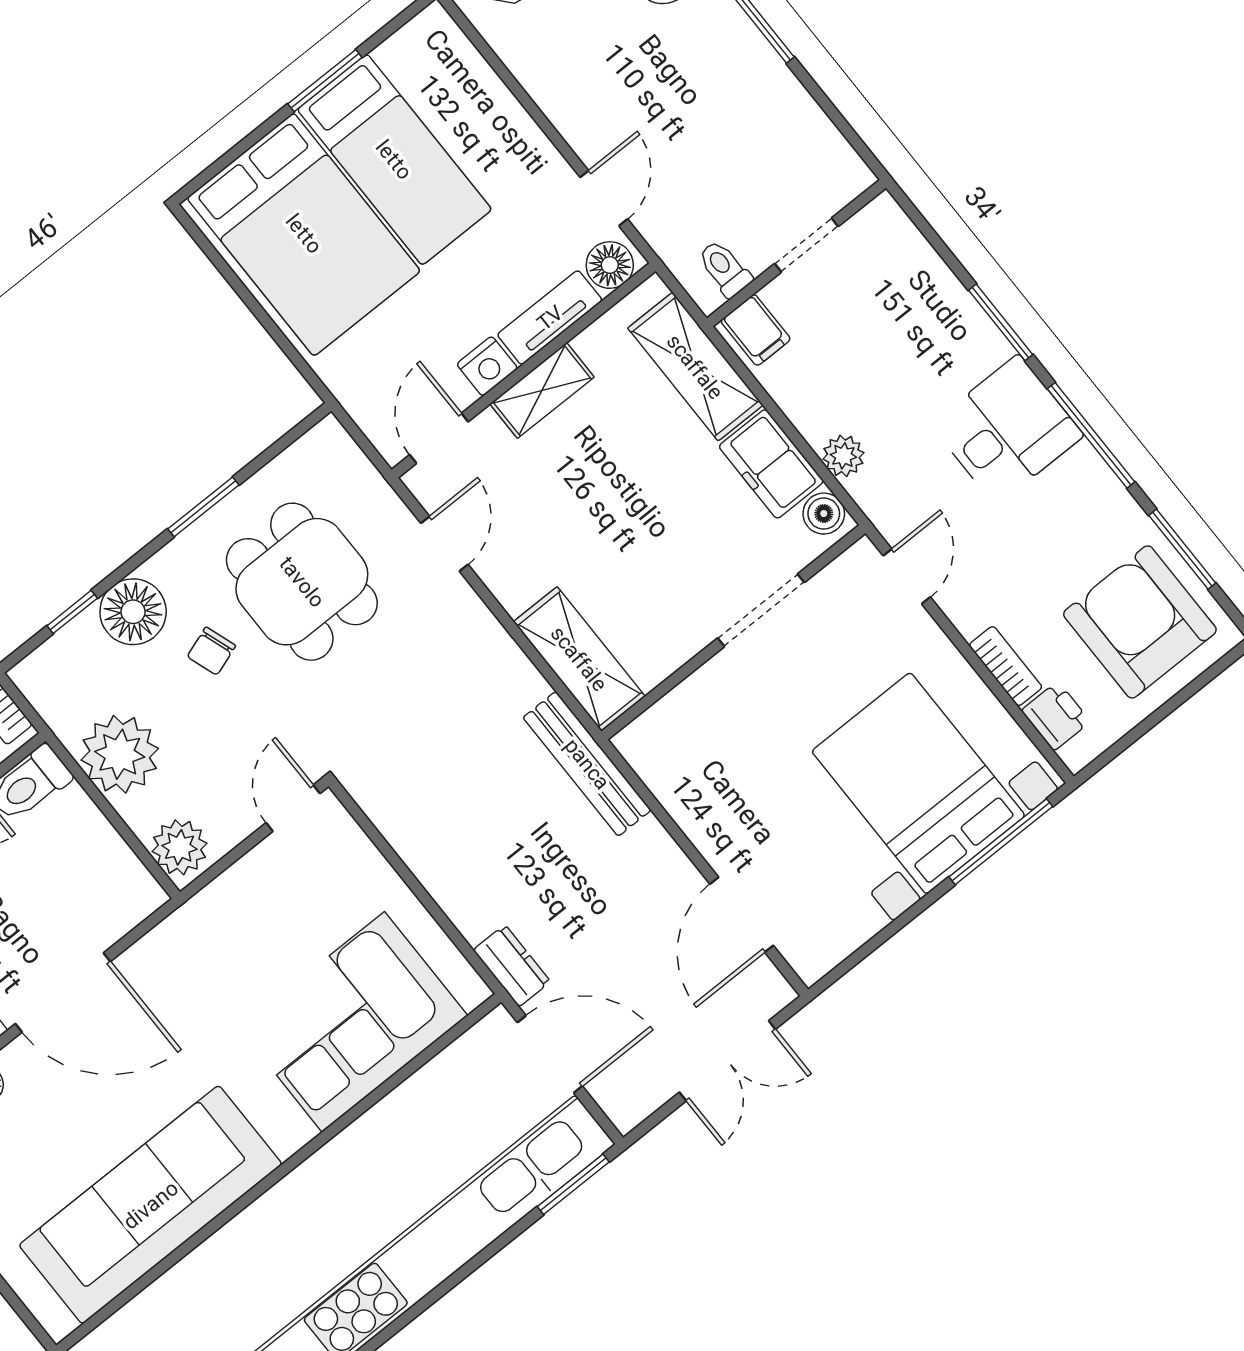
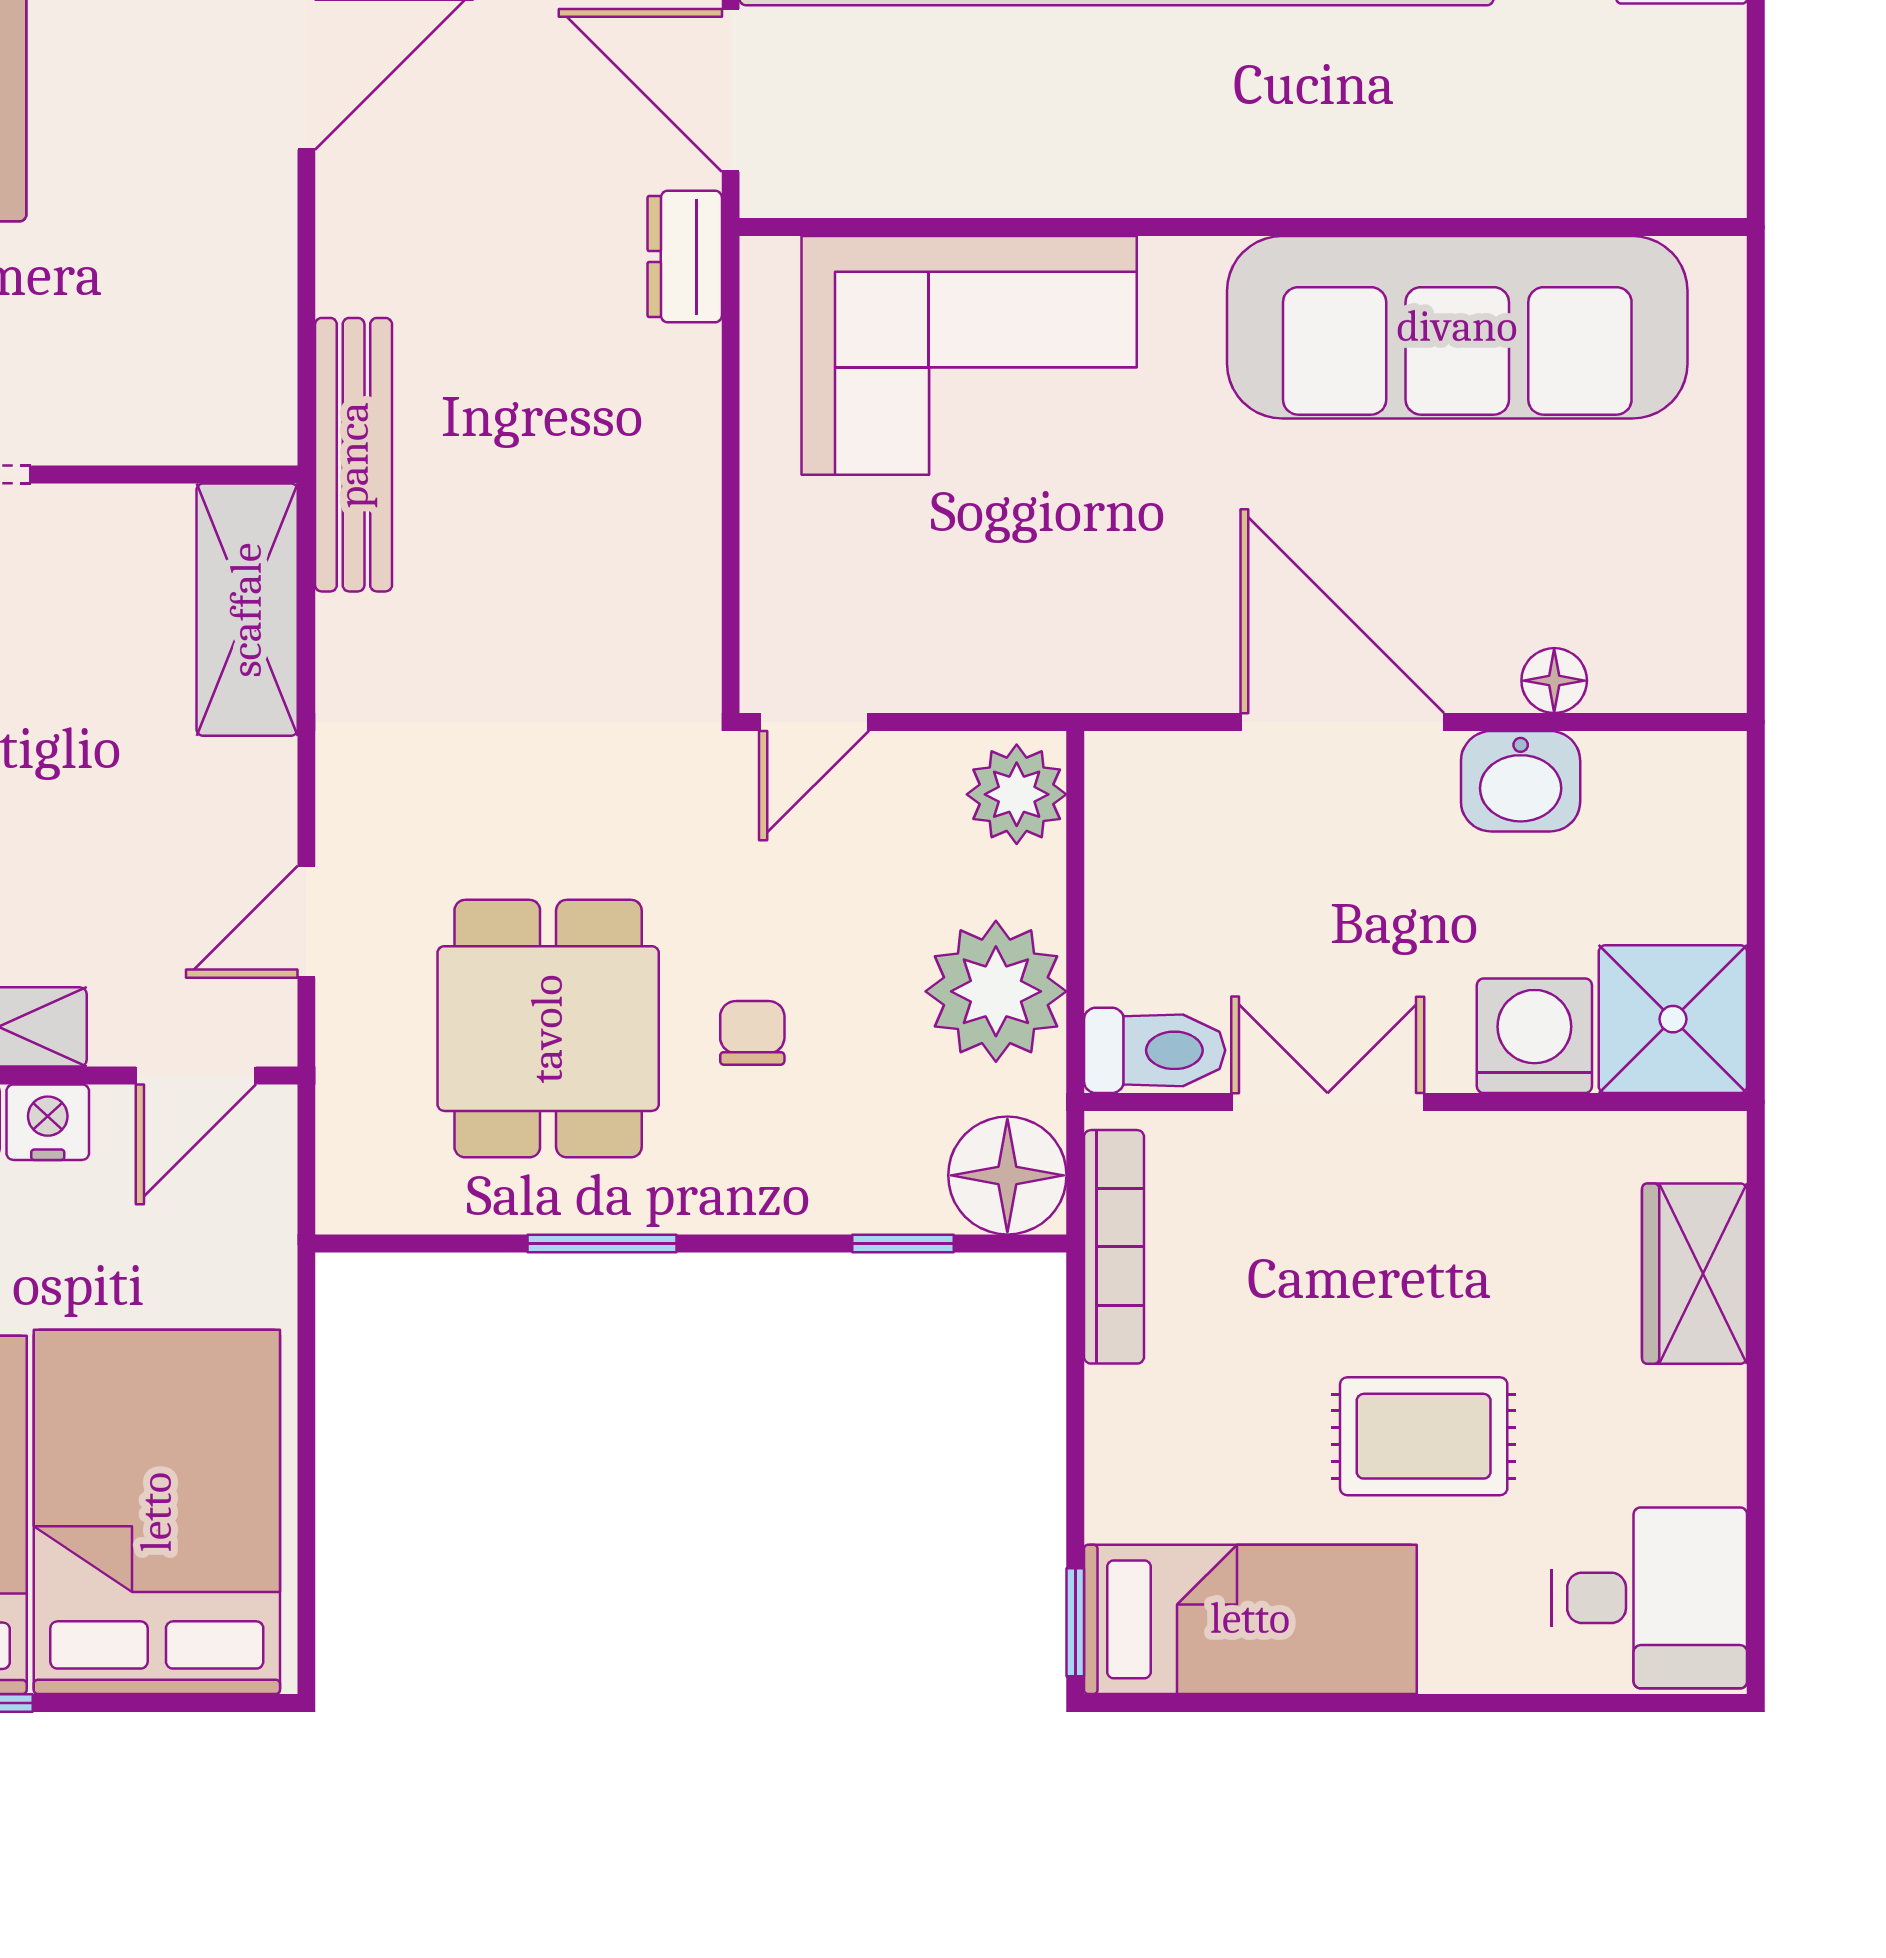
floor lamp: (133, 612) -> (1007, 1175), moved
chair: (211, 651) -> (752, 1033), turned -71

